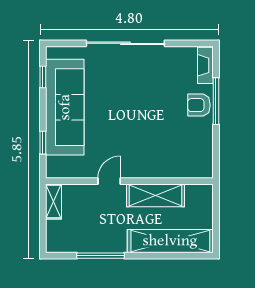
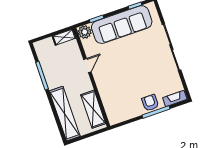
plant: (56, 168) -> (85, 32), added
door: (109, 181) -> (87, 66), hinge flipped
shelving: (155, 195) -> (93, 109), moved

